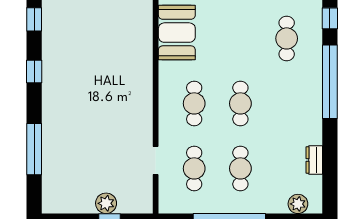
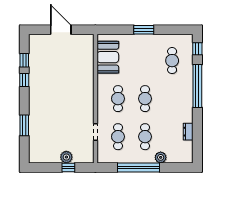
window: (34, 19) -> (24, 60), moved
window: (34, 149) -> (24, 125), width x0.69
plant: (298, 204) -> (161, 157), moved

